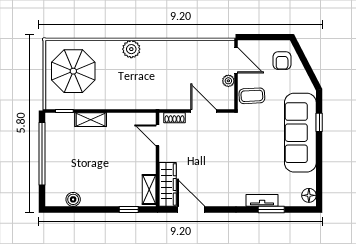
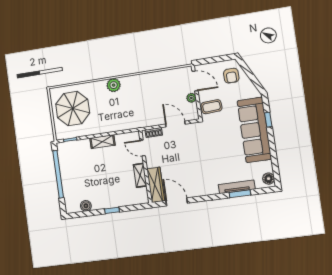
shelving: (91, 120) -> (102, 142), moved
shelving: (149, 190) -> (140, 175), moved
tv unit: (262, 200) -> (237, 187), width x1.41
window: (129, 210) -> (112, 210), moved

